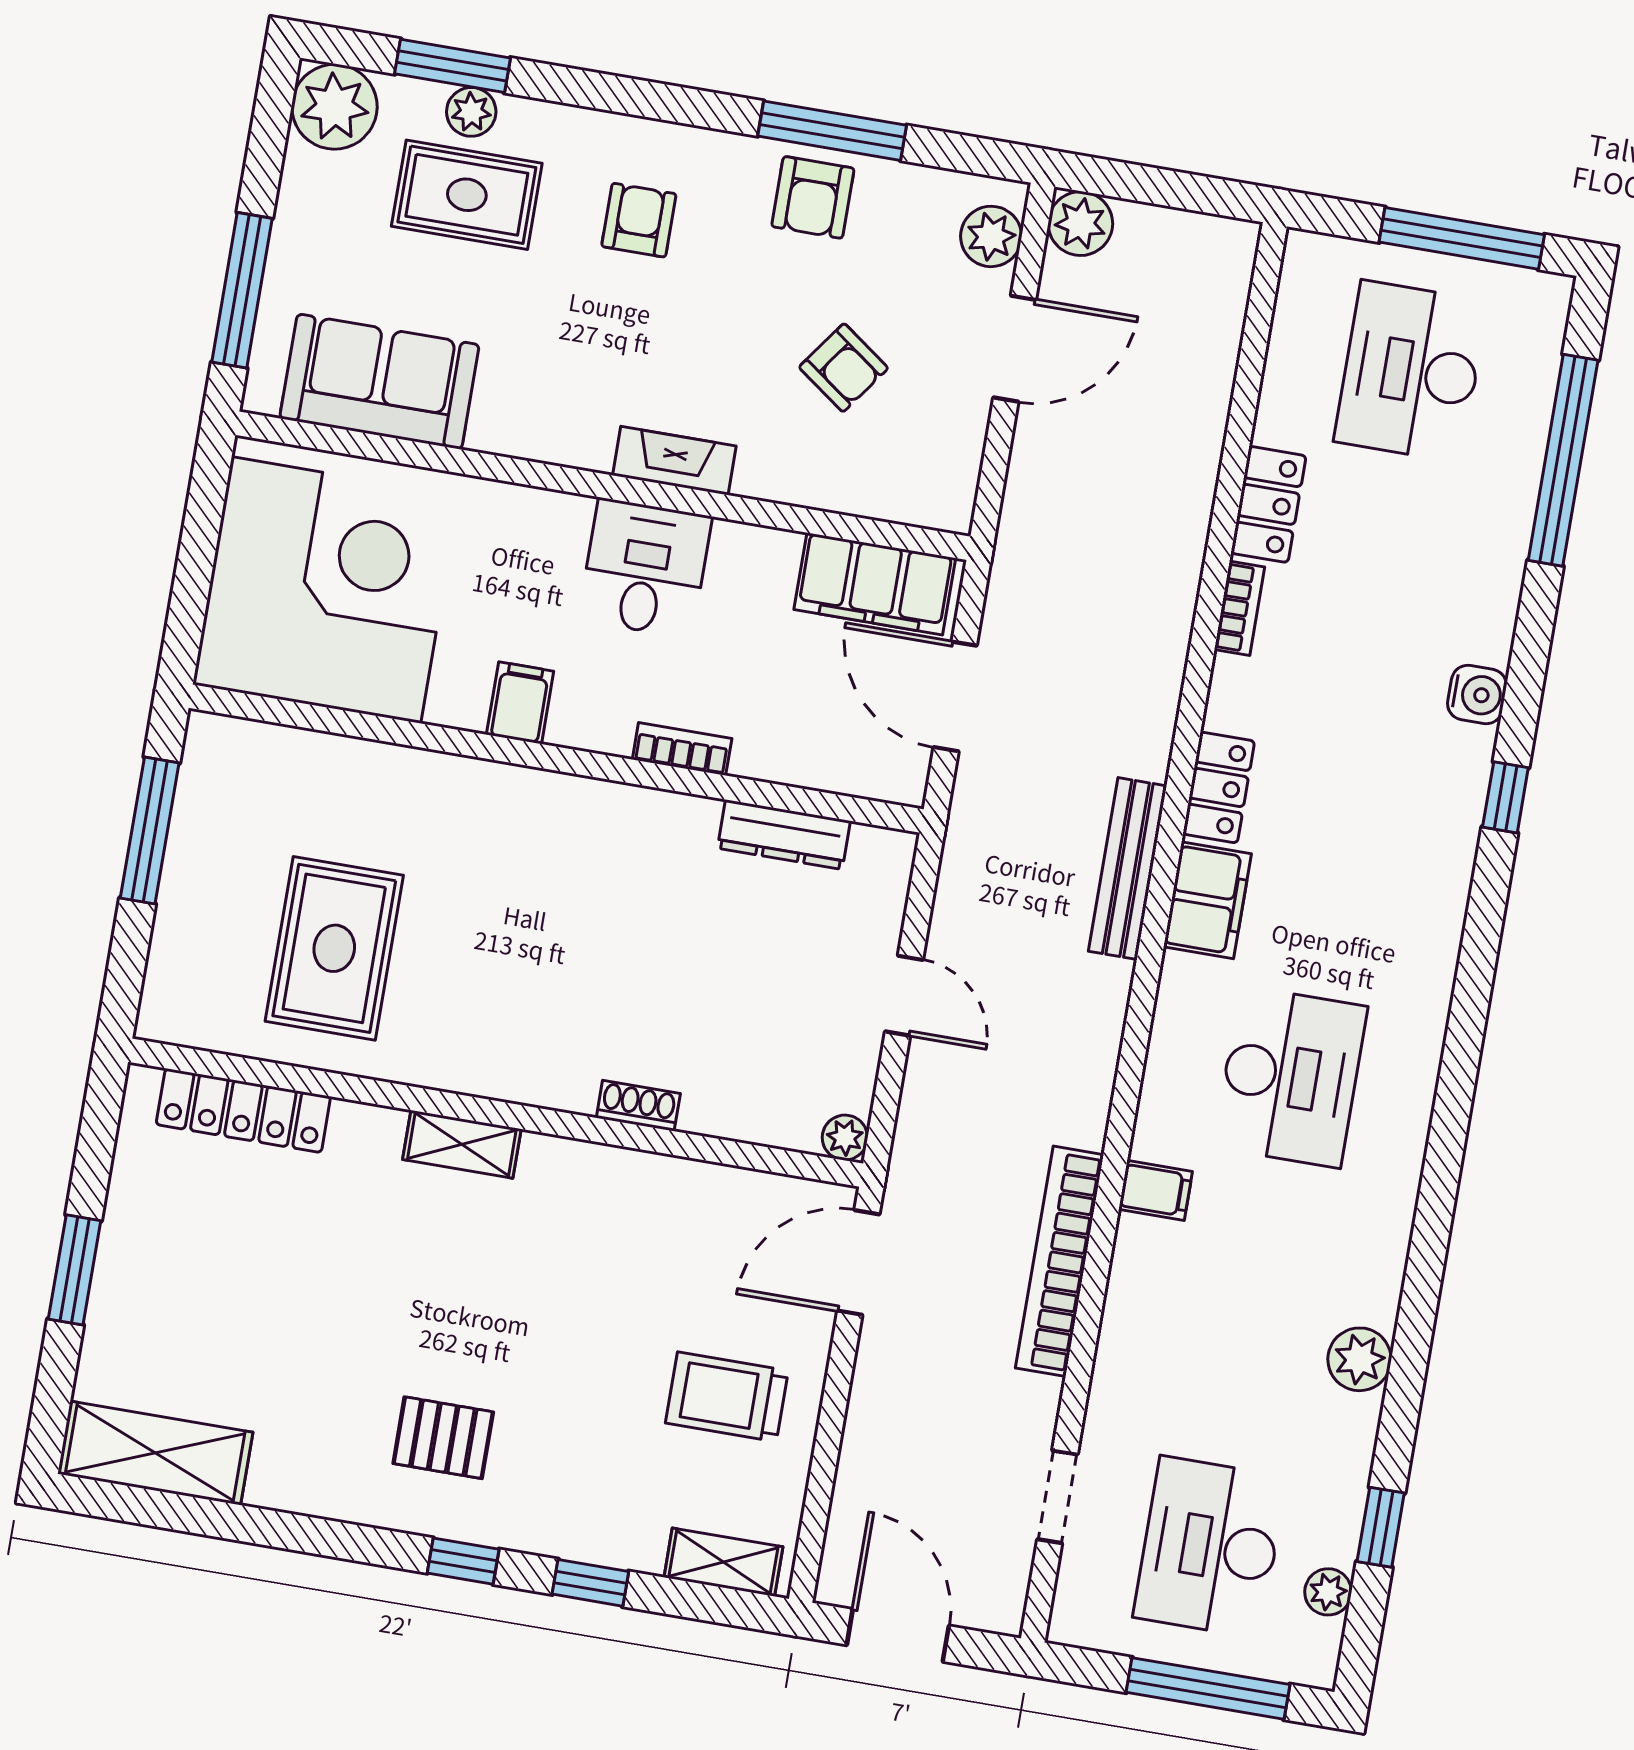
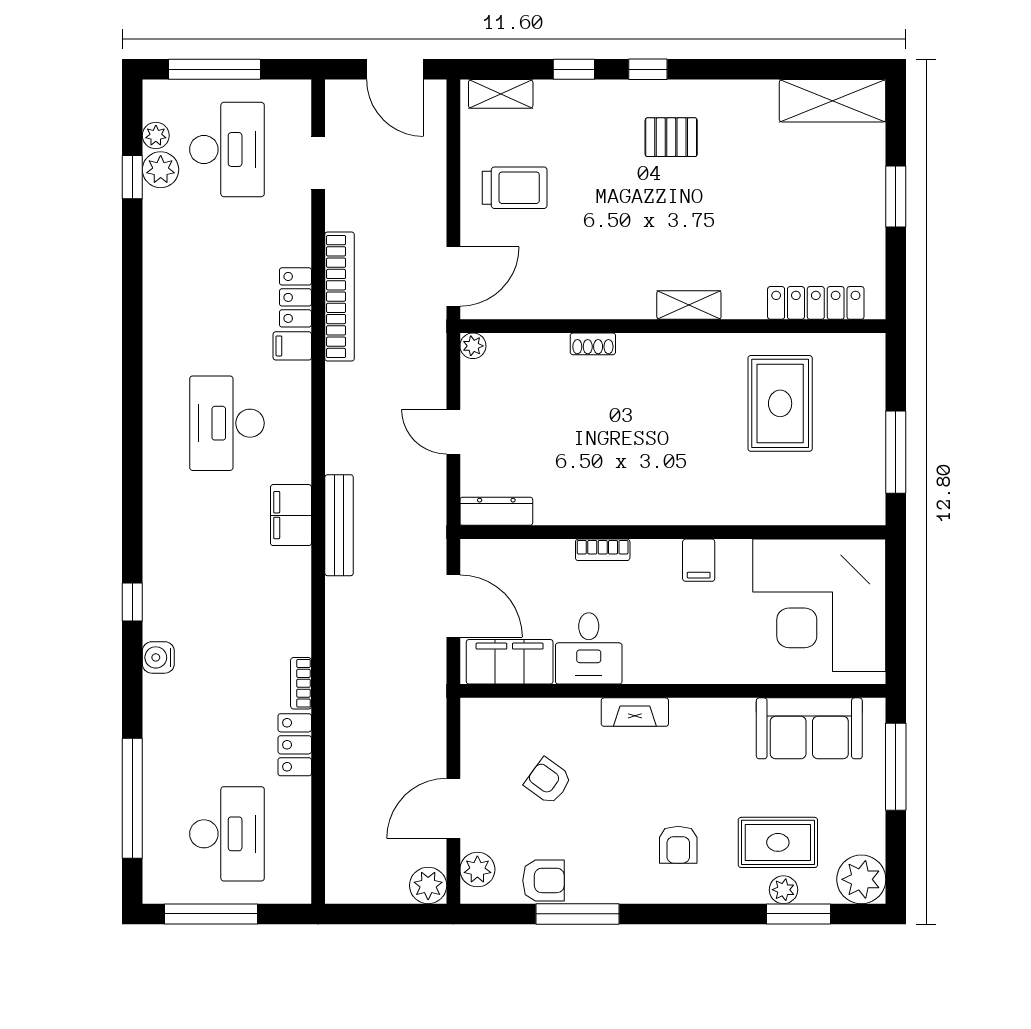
armchair: (813, 197) -> (544, 880), moved, turned 90
desk: (645, 568) -> (589, 648), moved
locker: (1219, 787) -> (295, 297), moved
dresser: (784, 835) -> (496, 511), moved
plant: (1359, 1359) -> (161, 170), moved

